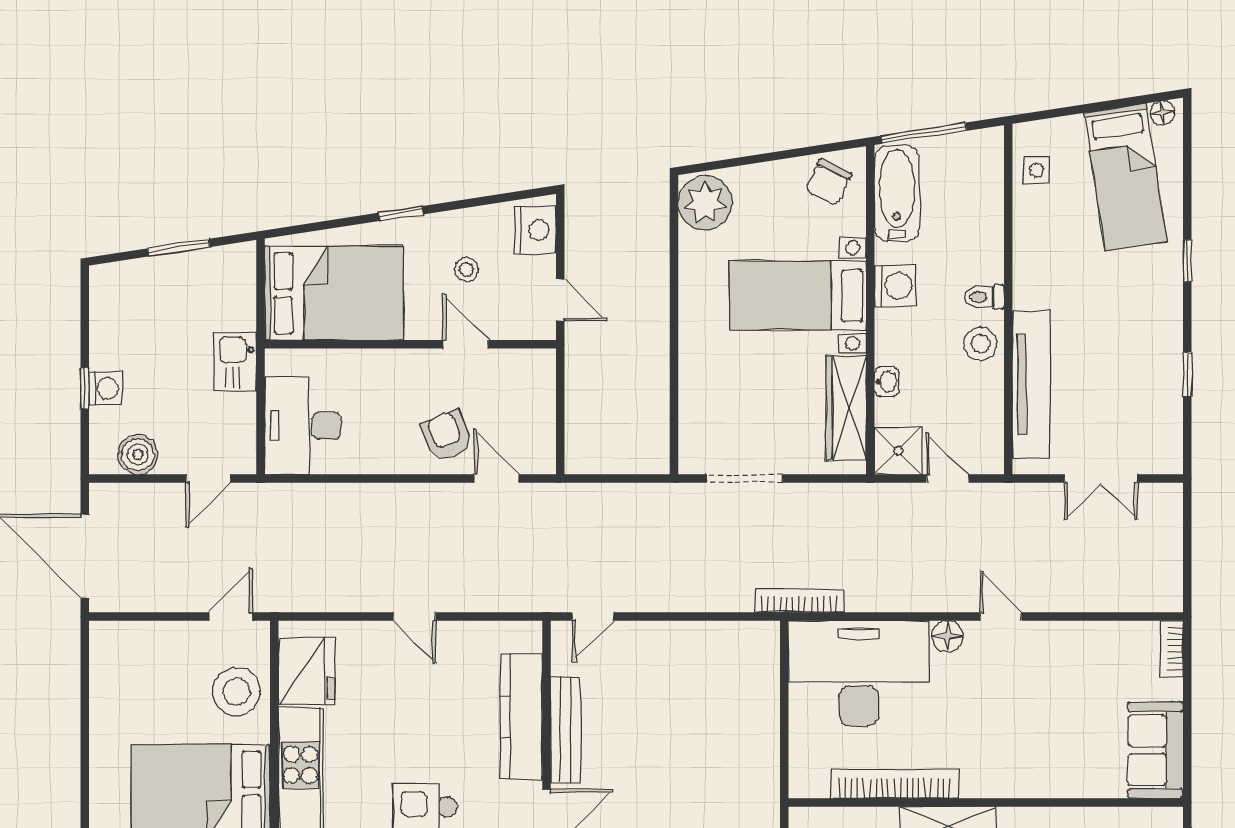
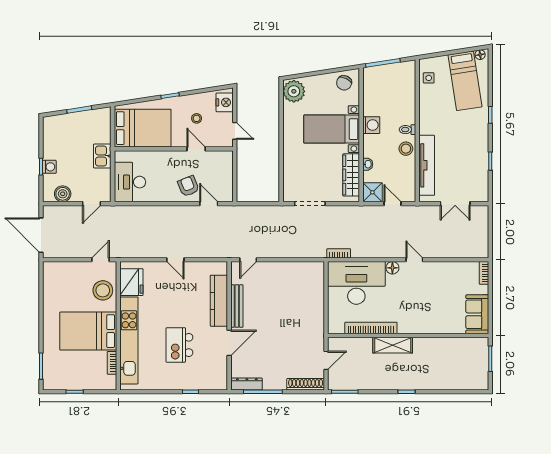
bathtub: (897, 193) -> (372, 87), removed
bookcase: (799, 601) -> (339, 253), width x0.64

